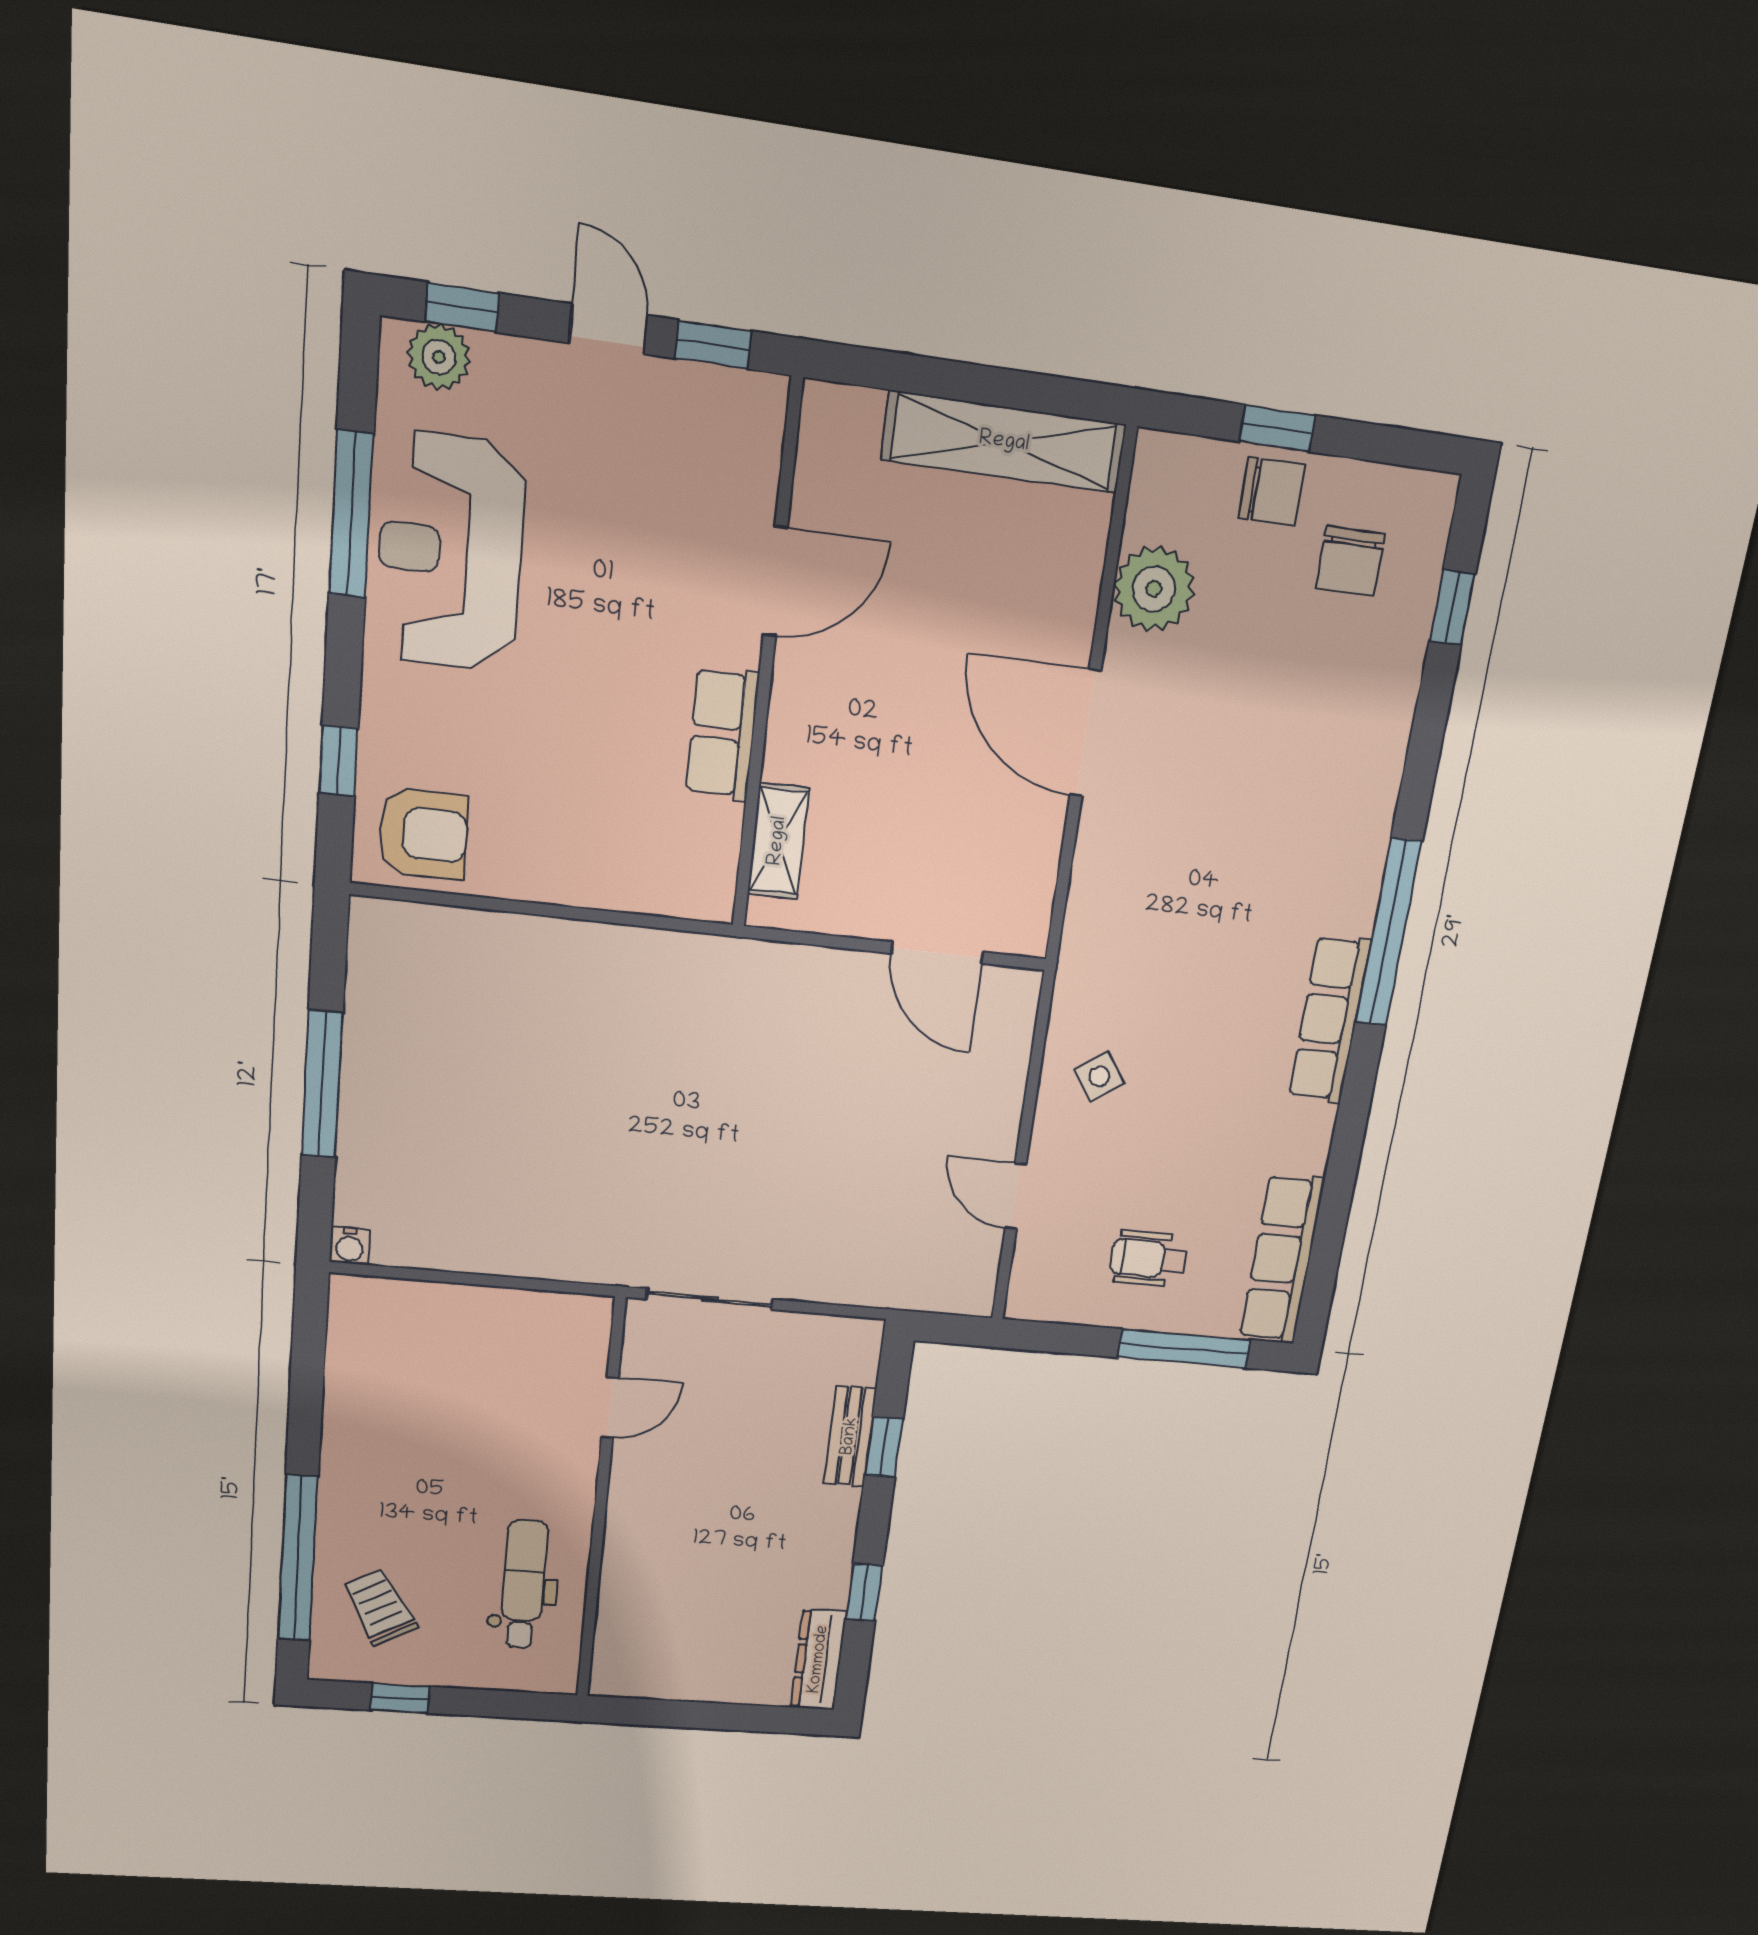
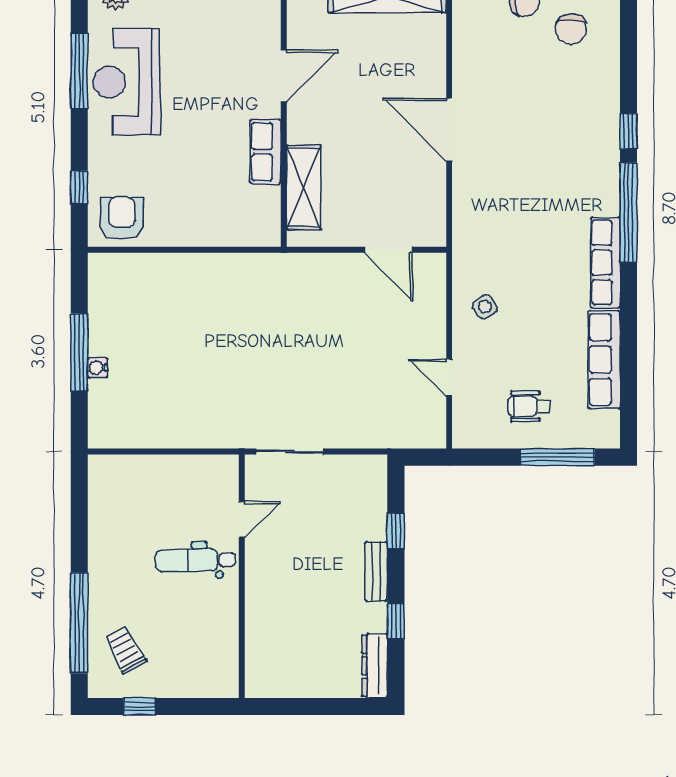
plant: (1154, 589) -> (473, 55), removed
window: (1452, 608) -> (629, 131), moved
armchair: (423, 834) -> (122, 218), turned -90
shelving: (778, 841) -> (304, 187), width x1.50, depth x1.33
water cooler: (349, 1246) -> (98, 368), moved, turned 90
row of seats: (1282, 1259) -> (604, 360), moved
bench: (850, 1436) -> (376, 572), moved
dental chair: (524, 1585) -> (195, 560), moved, turned -91

